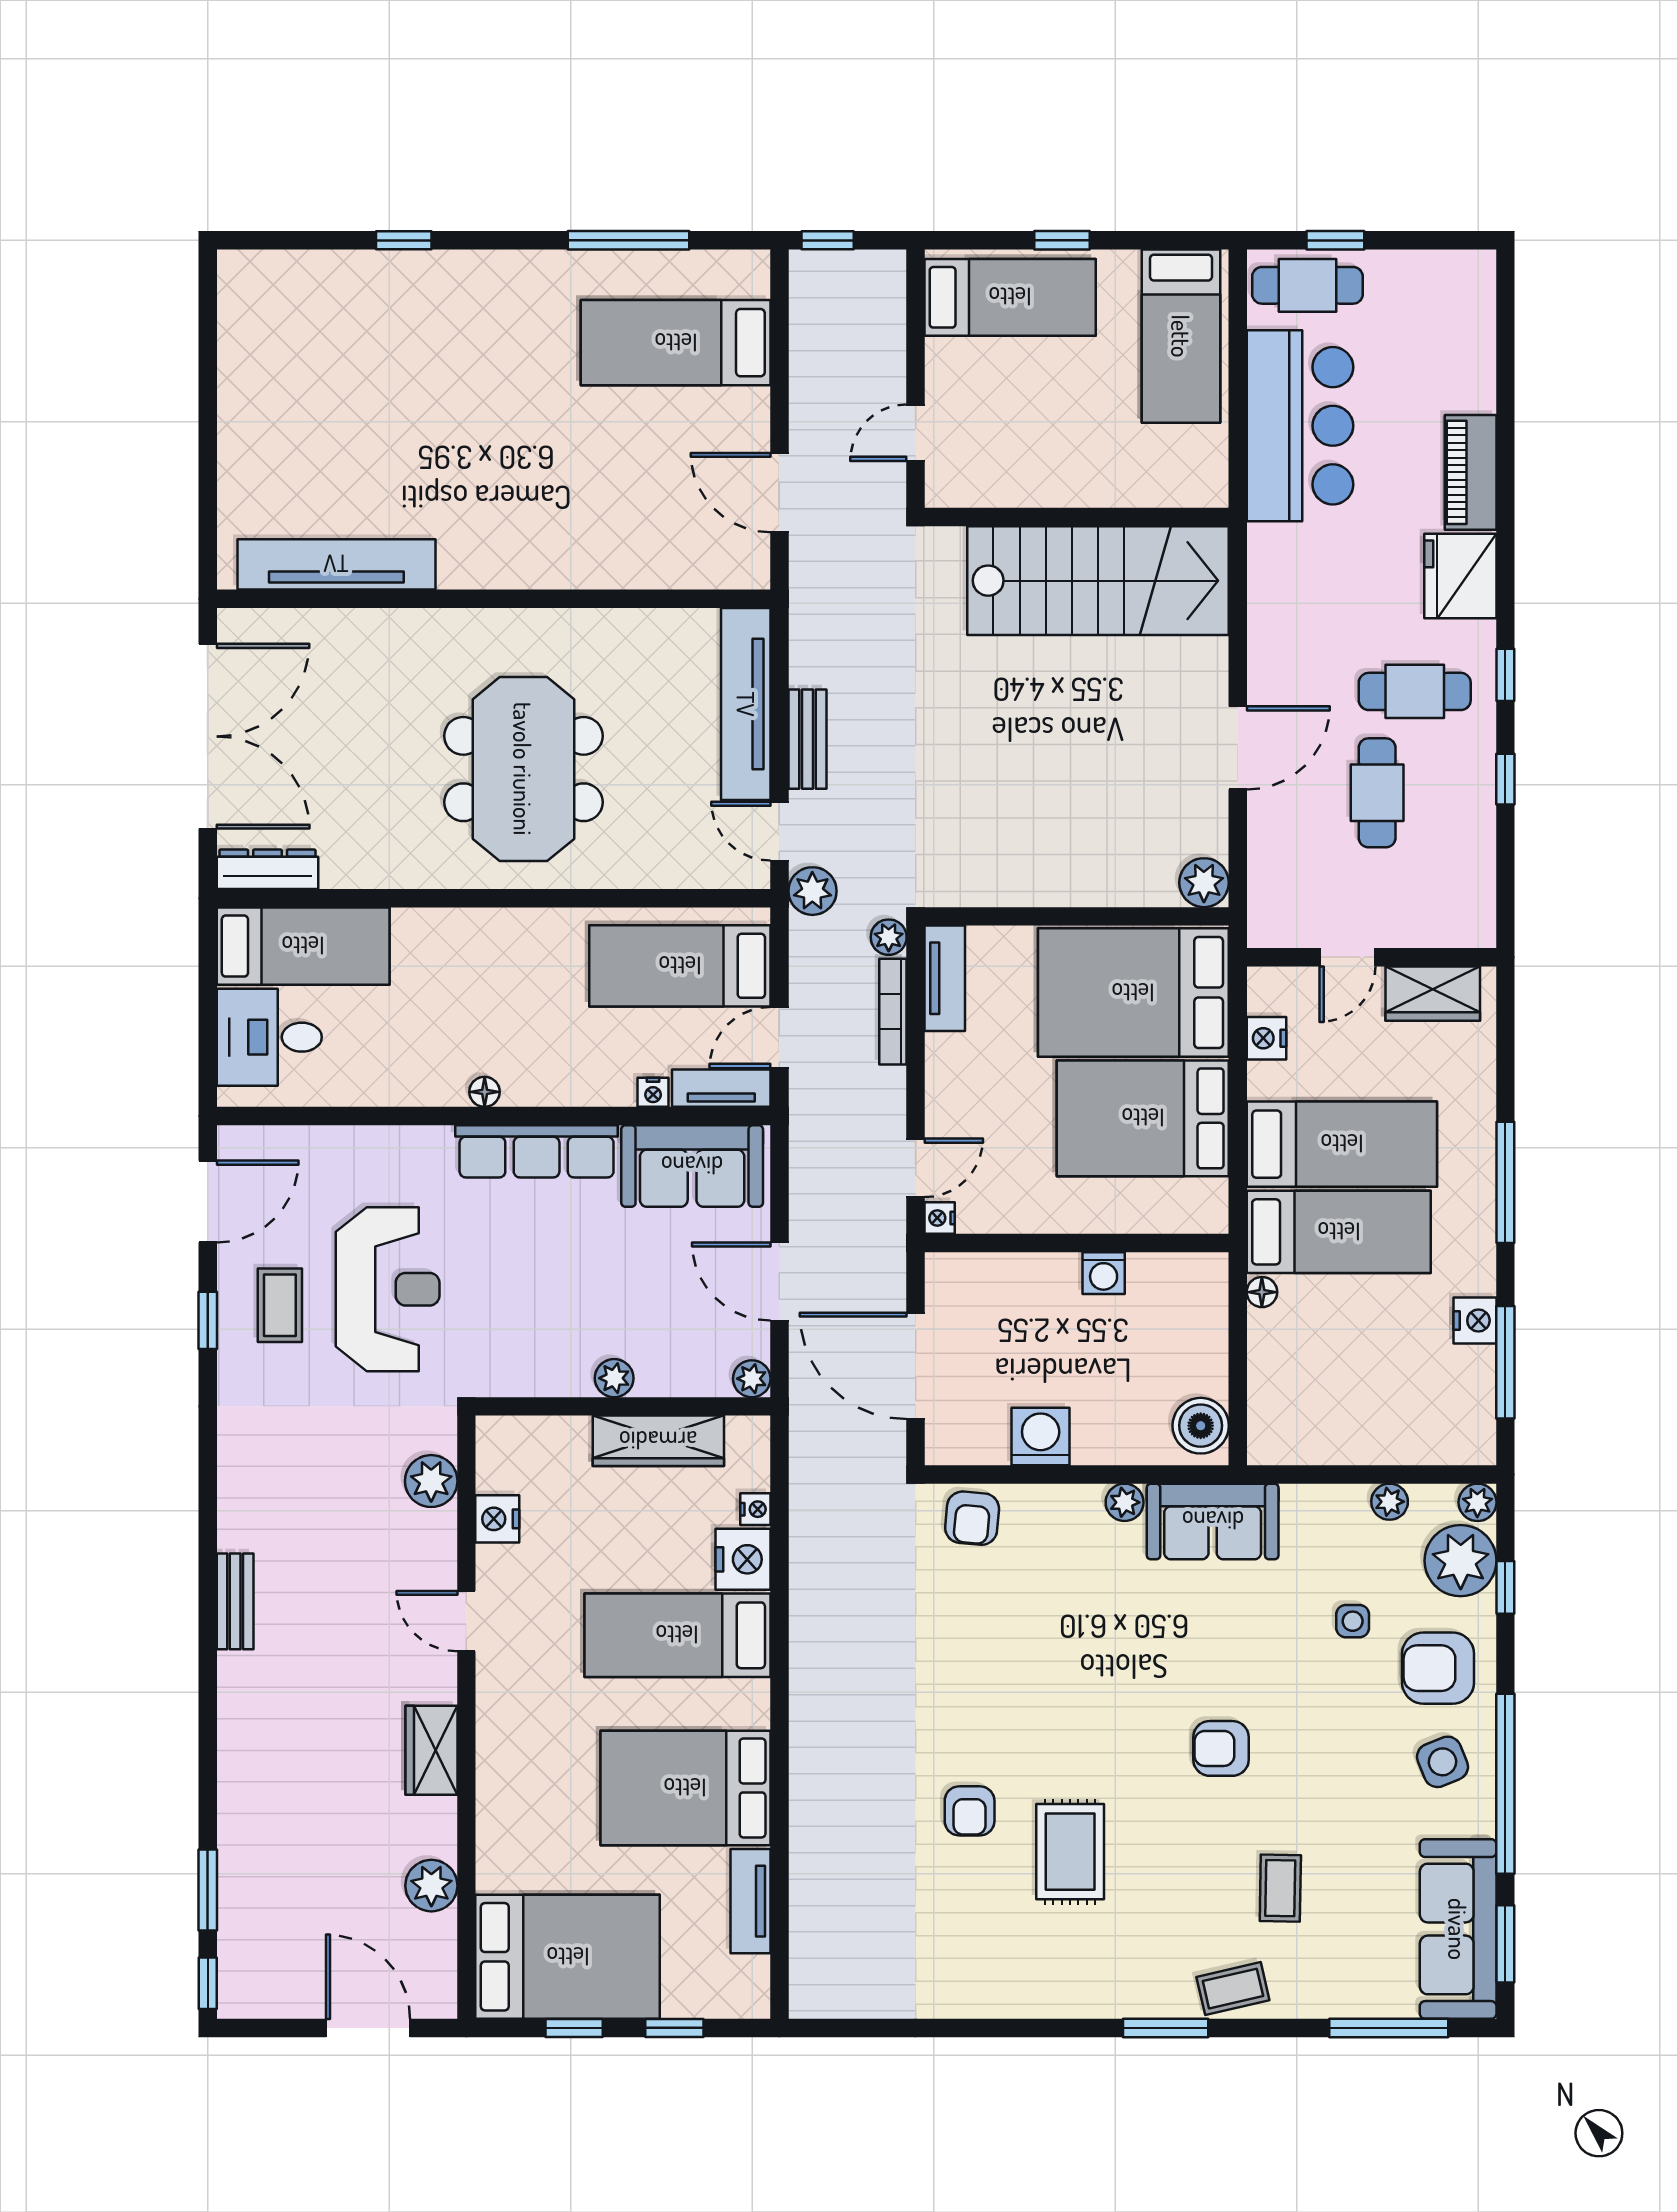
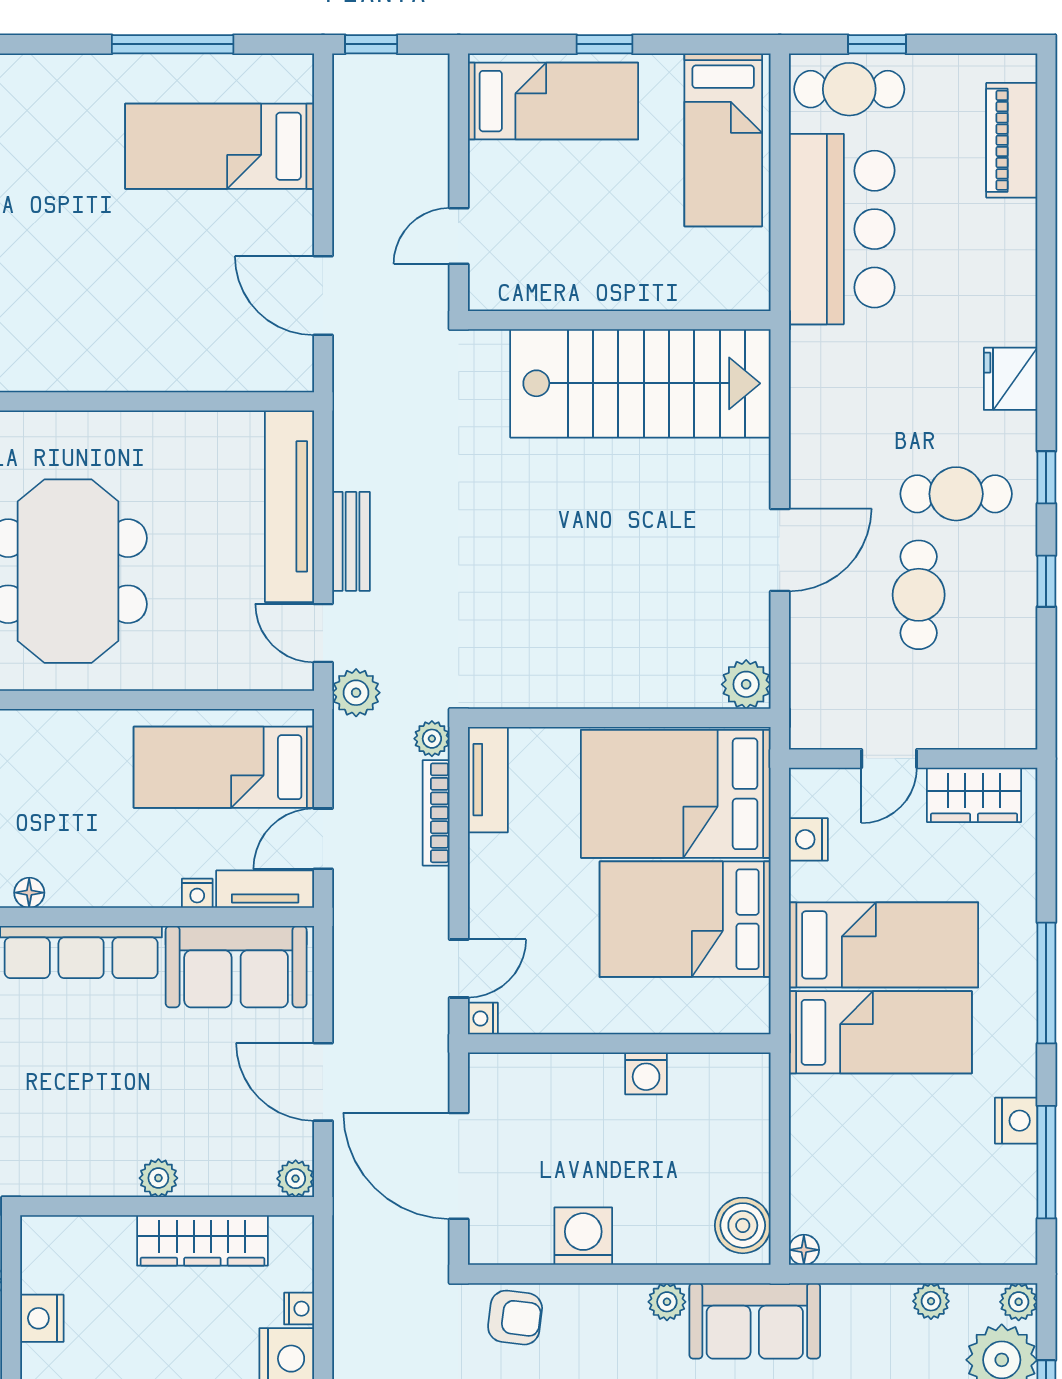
piano: (1471, 472) -> (1012, 140), moved
fridge: (1460, 576) -> (1011, 379), width x0.73, depth x0.75
floor lamp: (1262, 1292) -> (804, 1250), moved
armchair: (972, 1518) -> (515, 1318), turned -88

